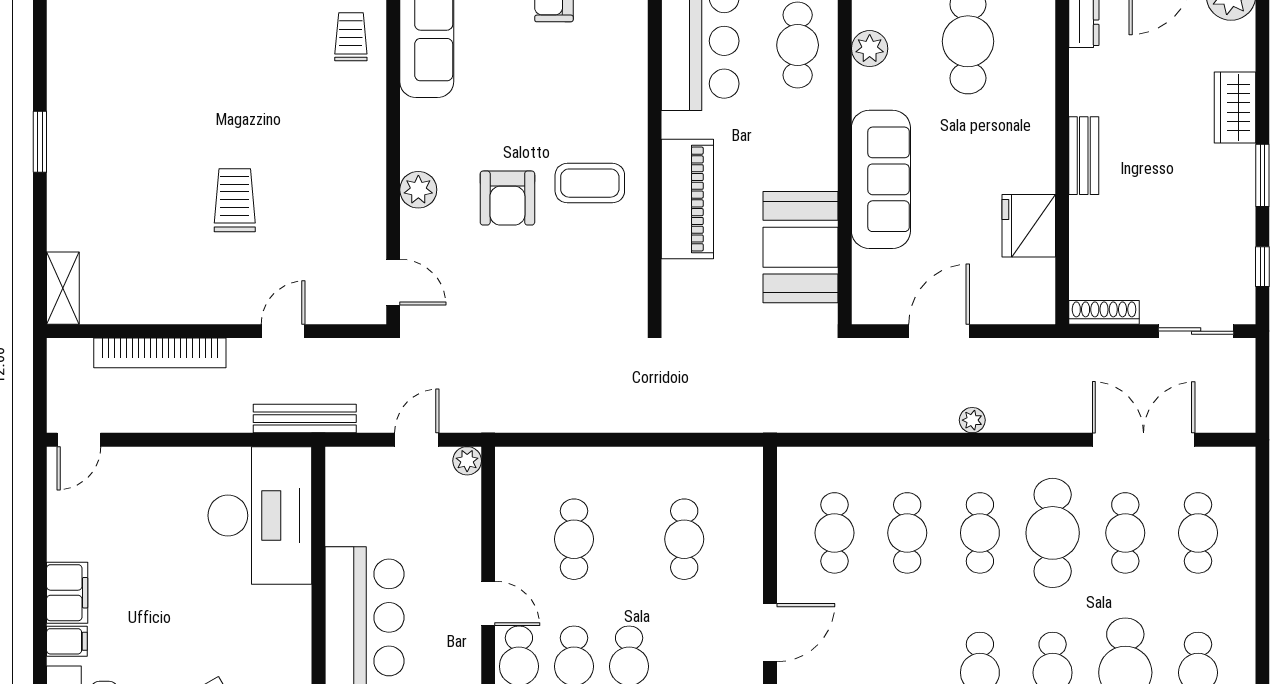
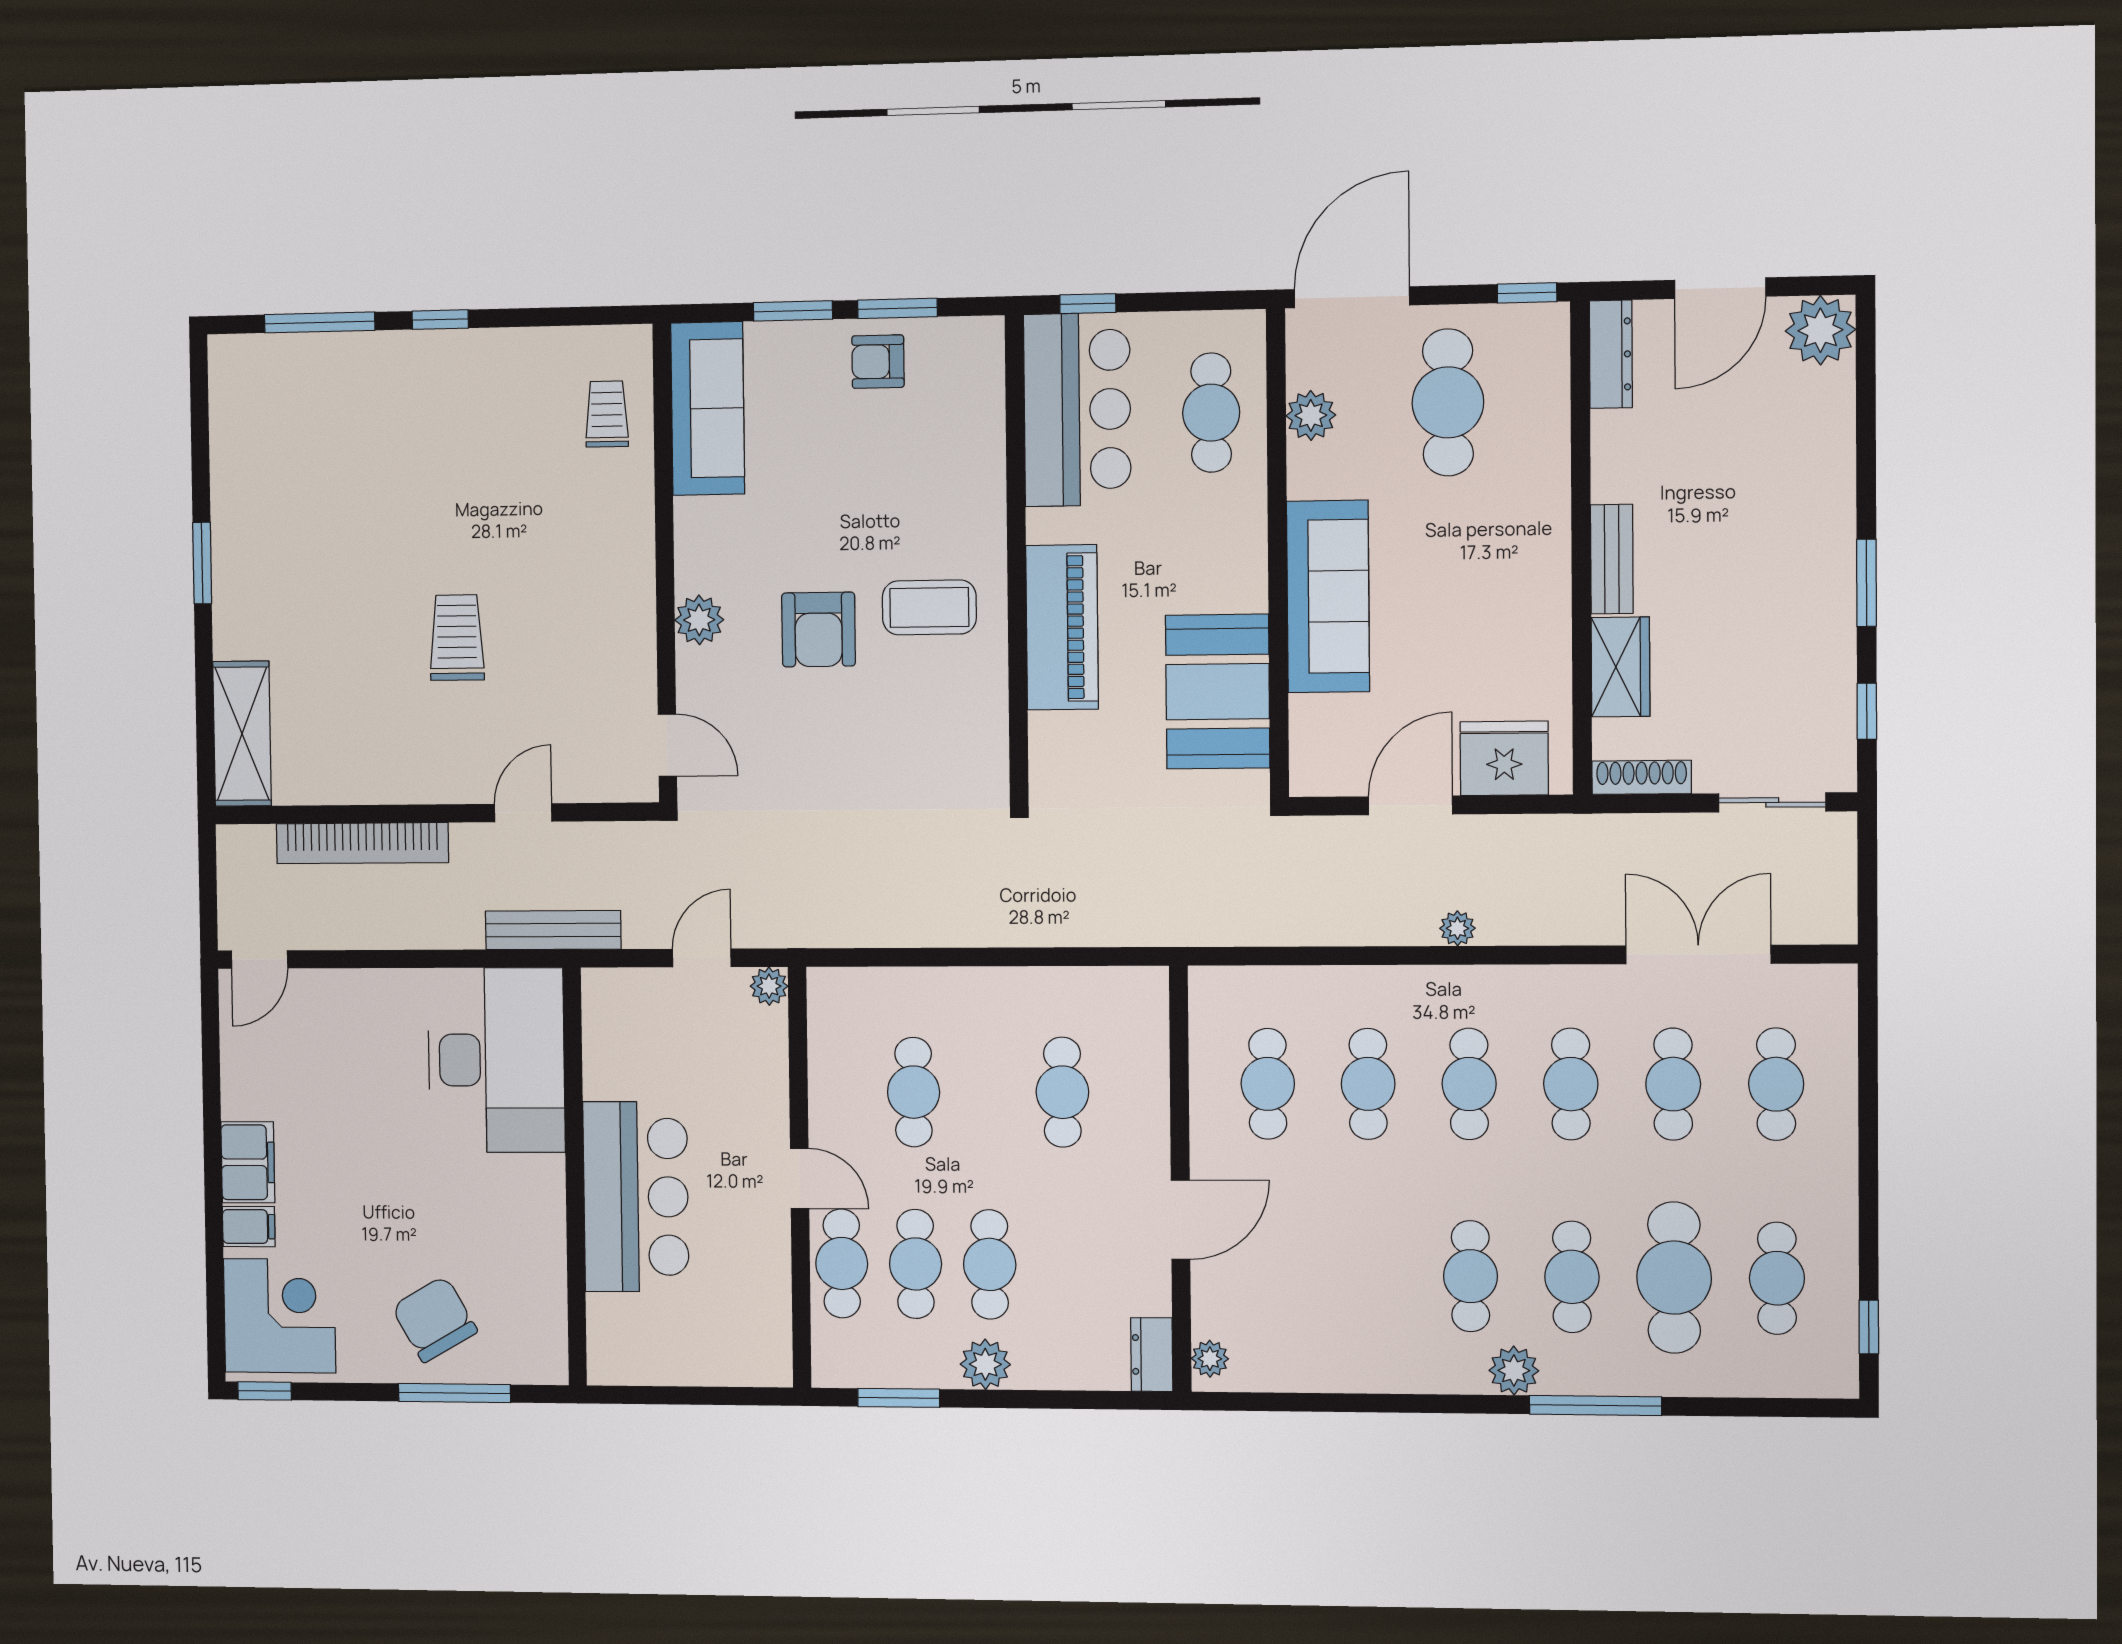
wardrobe: (1235, 107) -> (1621, 667), moved, turned 180
fridge: (1029, 226) -> (1504, 758), moved, turned 90
shelving: (63, 288) -> (242, 734), width x1.50, depth x1.33
cafe table: (1053, 533) -> (1571, 1084), width x0.73, depth x0.74

